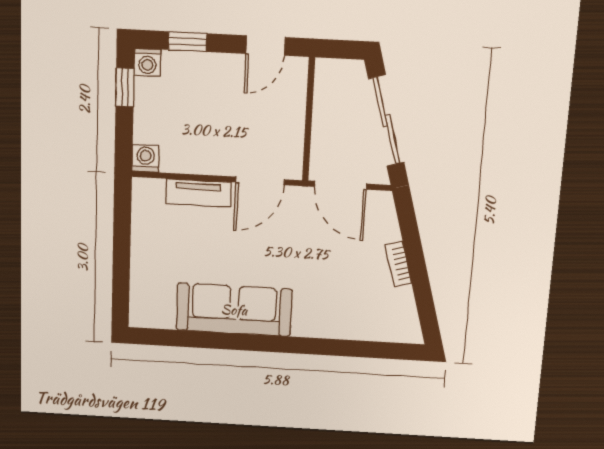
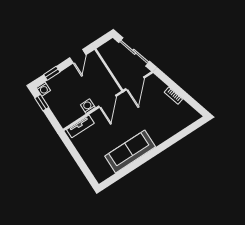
washing machine: (146, 158) -> (88, 106), moved
door: (341, 185) -> (135, 83), hinge flipped
tv unit: (198, 193) -> (80, 126), moved

